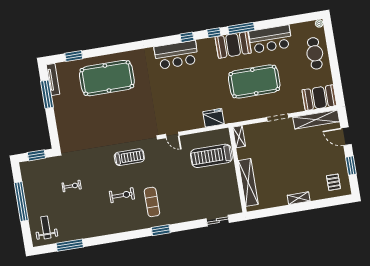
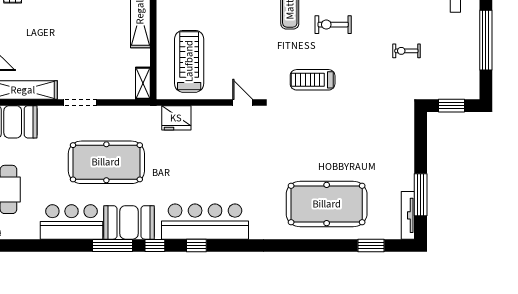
bar counter: (176, 55) -> (205, 222), width x1.36
treadmill: (211, 156) -> (189, 61), turned -90

